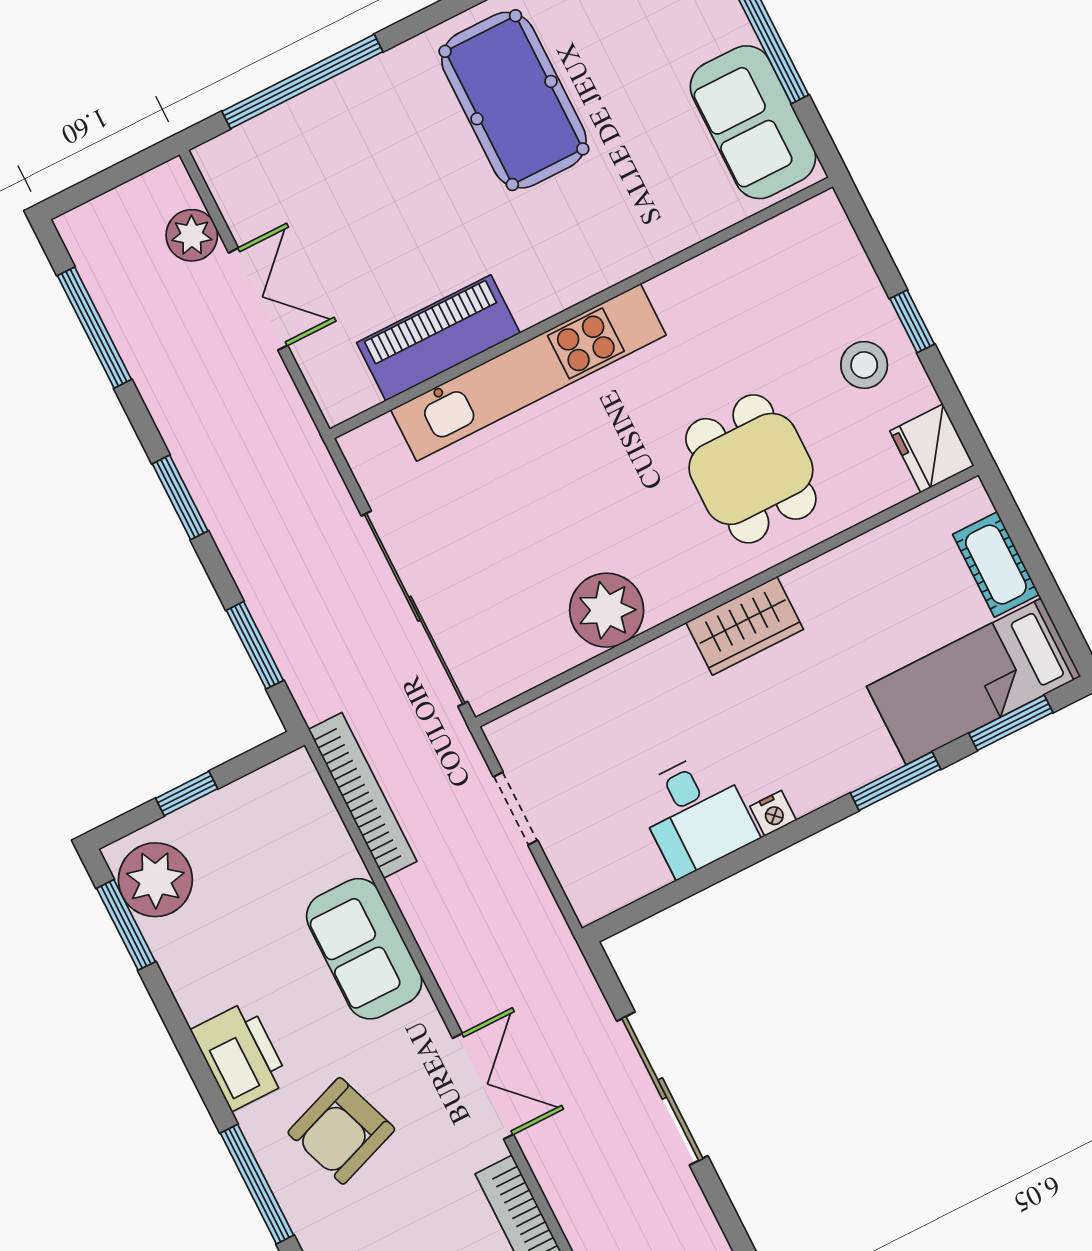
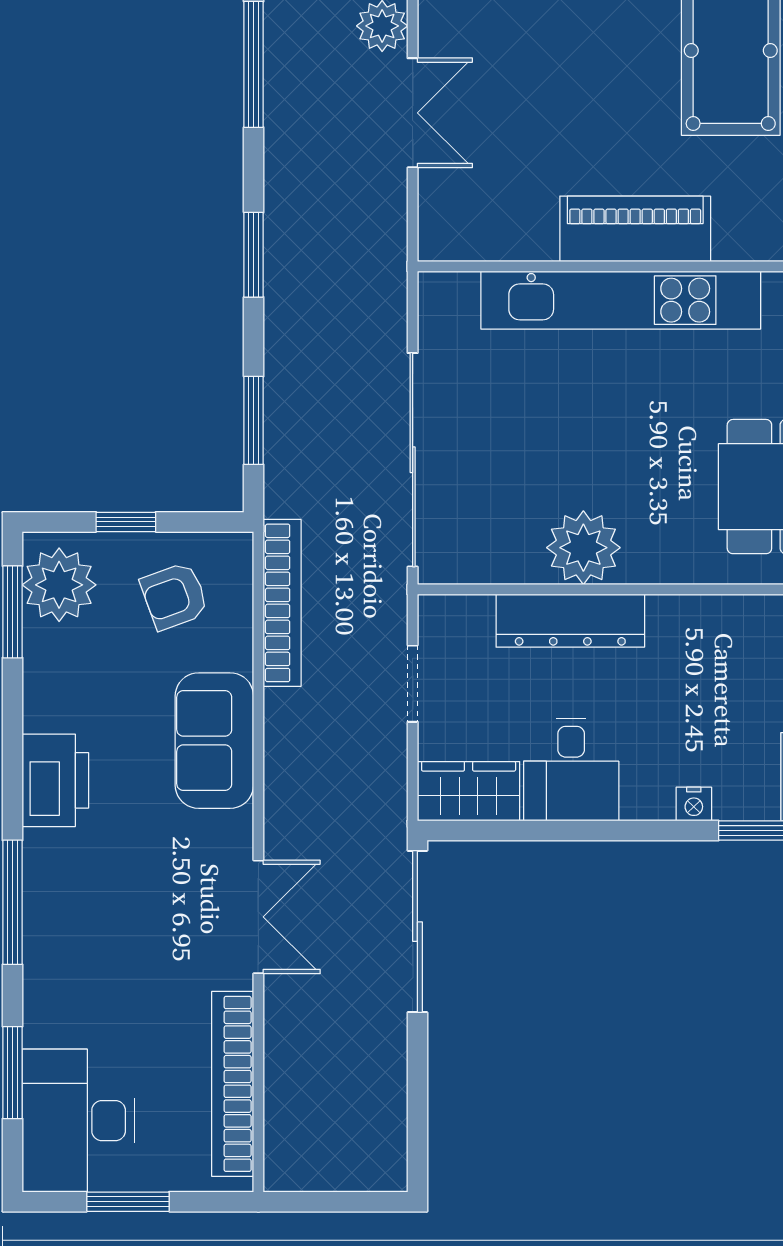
piano: (438, 338) -> (635, 229), moved
wardrobe: (745, 626) -> (469, 791), moved, turned 180
dresser: (628, 681) -> (570, 621), added
nightstand: (773, 813) -> (694, 804), moved
sliding door: (662, 1089) -> (417, 932), moved
armchair: (341, 1131) -> (174, 596), moved, width x0.72, depth x0.72

